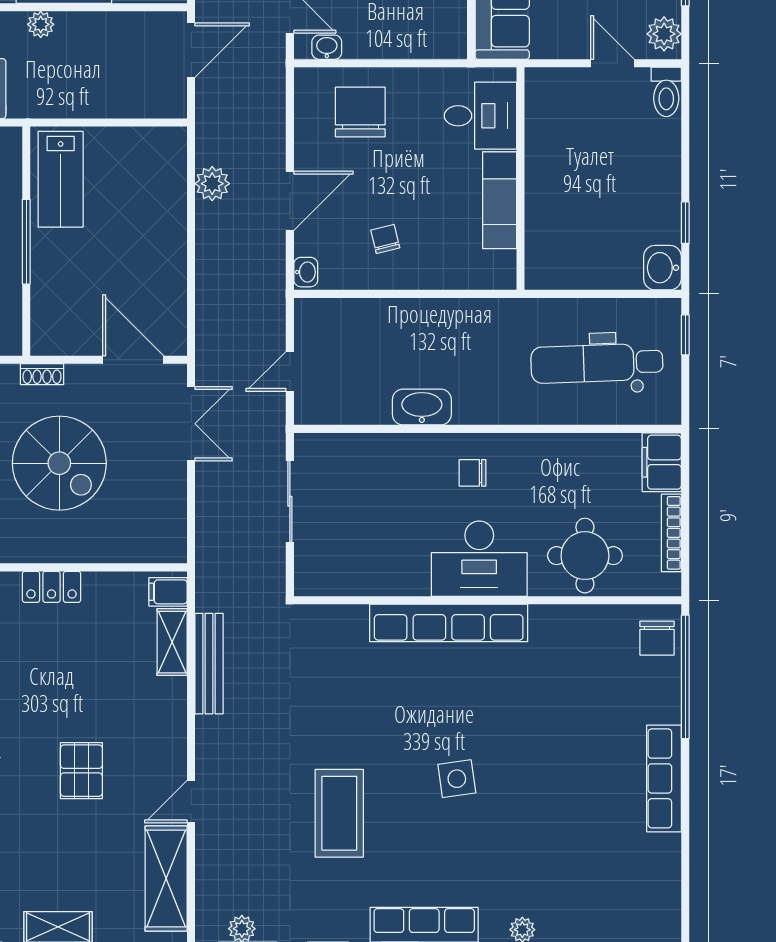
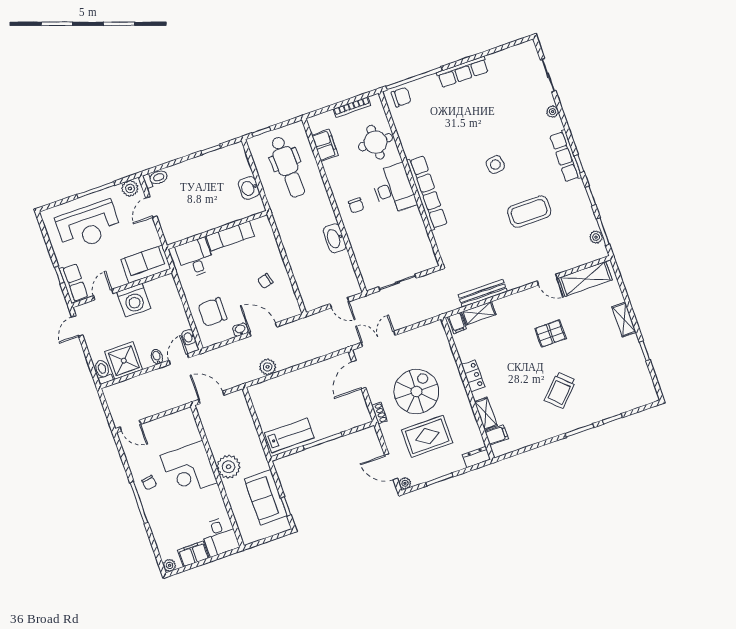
plant: (41, 24) -> (229, 467), width x1.87, depth x1.87
washbasin: (662, 268) -> (249, 188), moved, turned 90
washbasin: (306, 272) -> (240, 330), moved
filing cabinet: (662, 462) -> (325, 145), moved, turned -90

